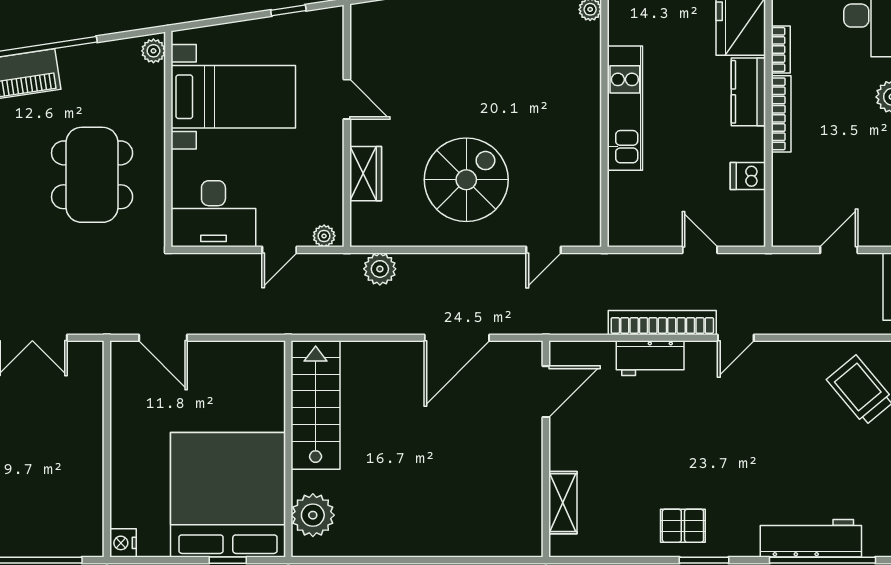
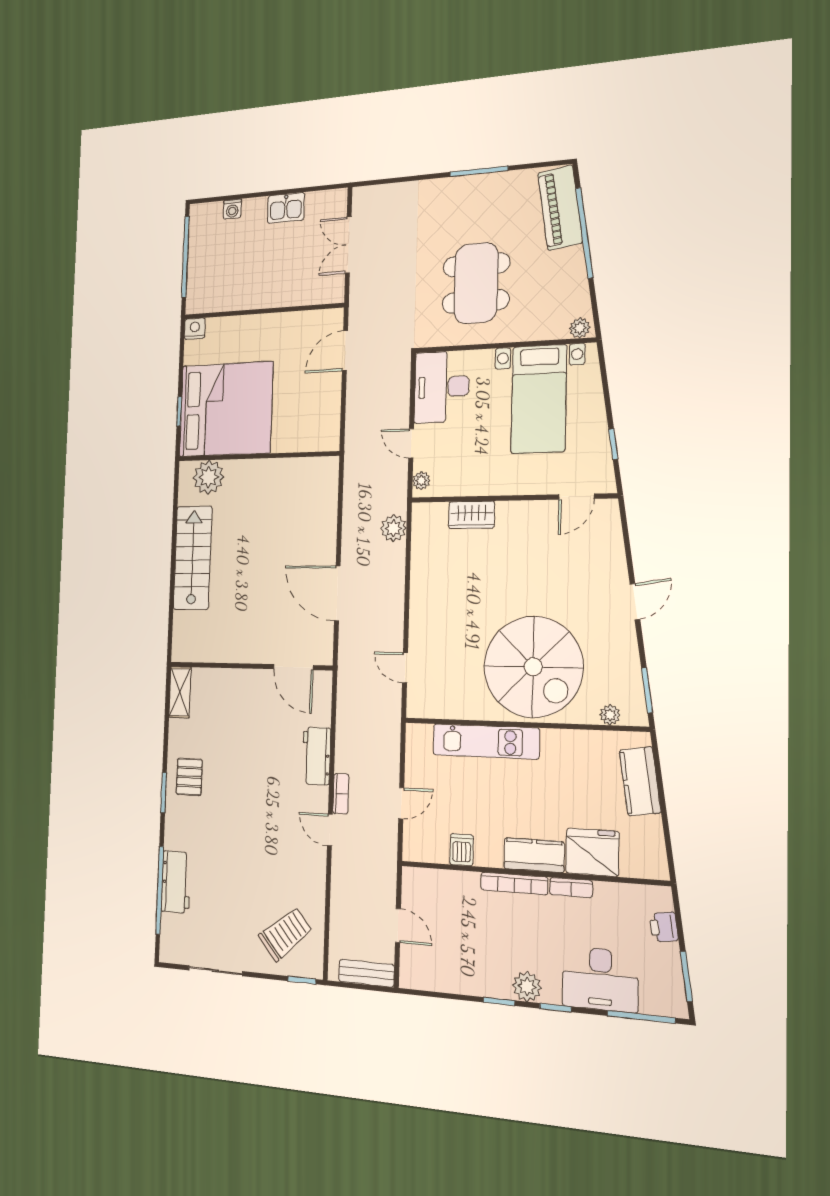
door: (347, 99) -> (576, 497), moved
kitchen unit: (625, 108) -> (486, 741), moved
dining table: (92, 175) -> (476, 283), turned 90
spiral stairs: (466, 180) -> (533, 667), moved, width x1.37, depth x1.37
bookcase: (662, 323) -> (341, 794), width x0.43, depth x0.76
stairs: (316, 405) -> (193, 558), moved, turned -90
shelving: (563, 503) -> (180, 692), moved, turned 90
workbench: (811, 538) -> (176, 882), width x0.73

